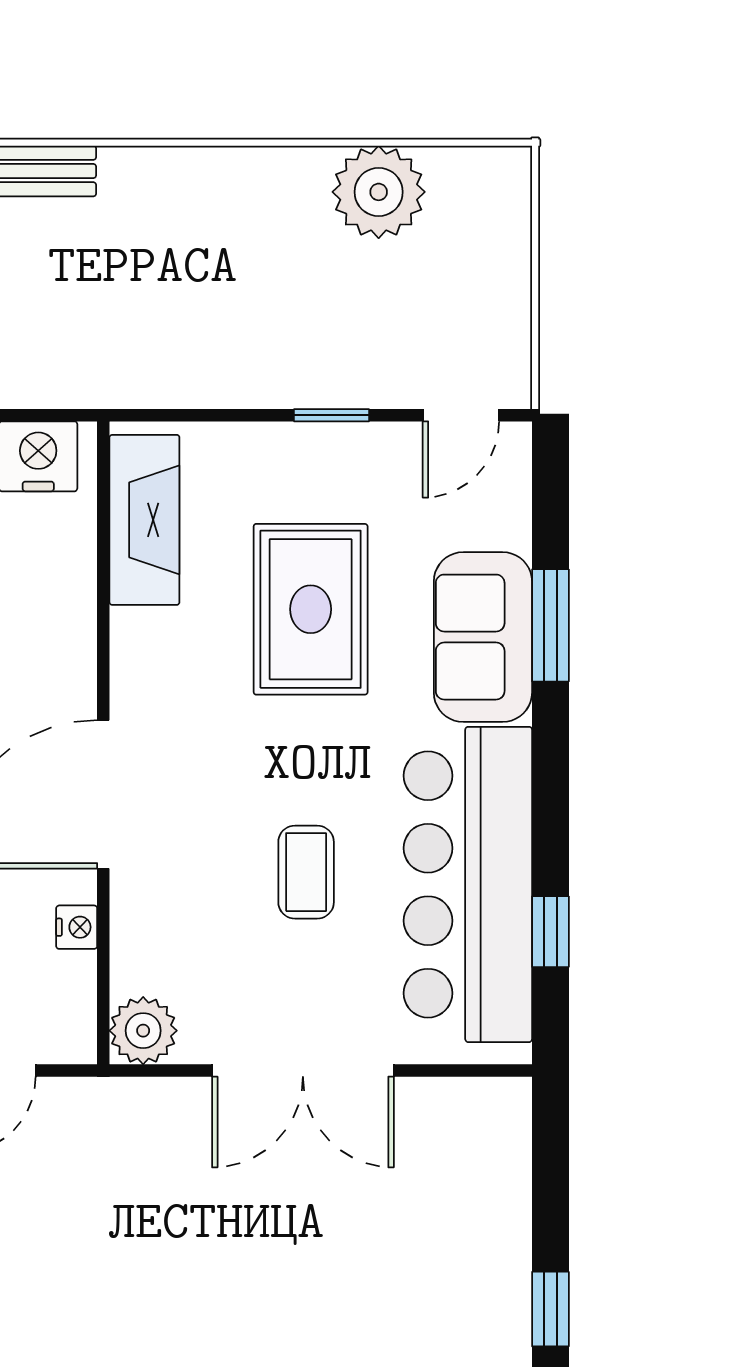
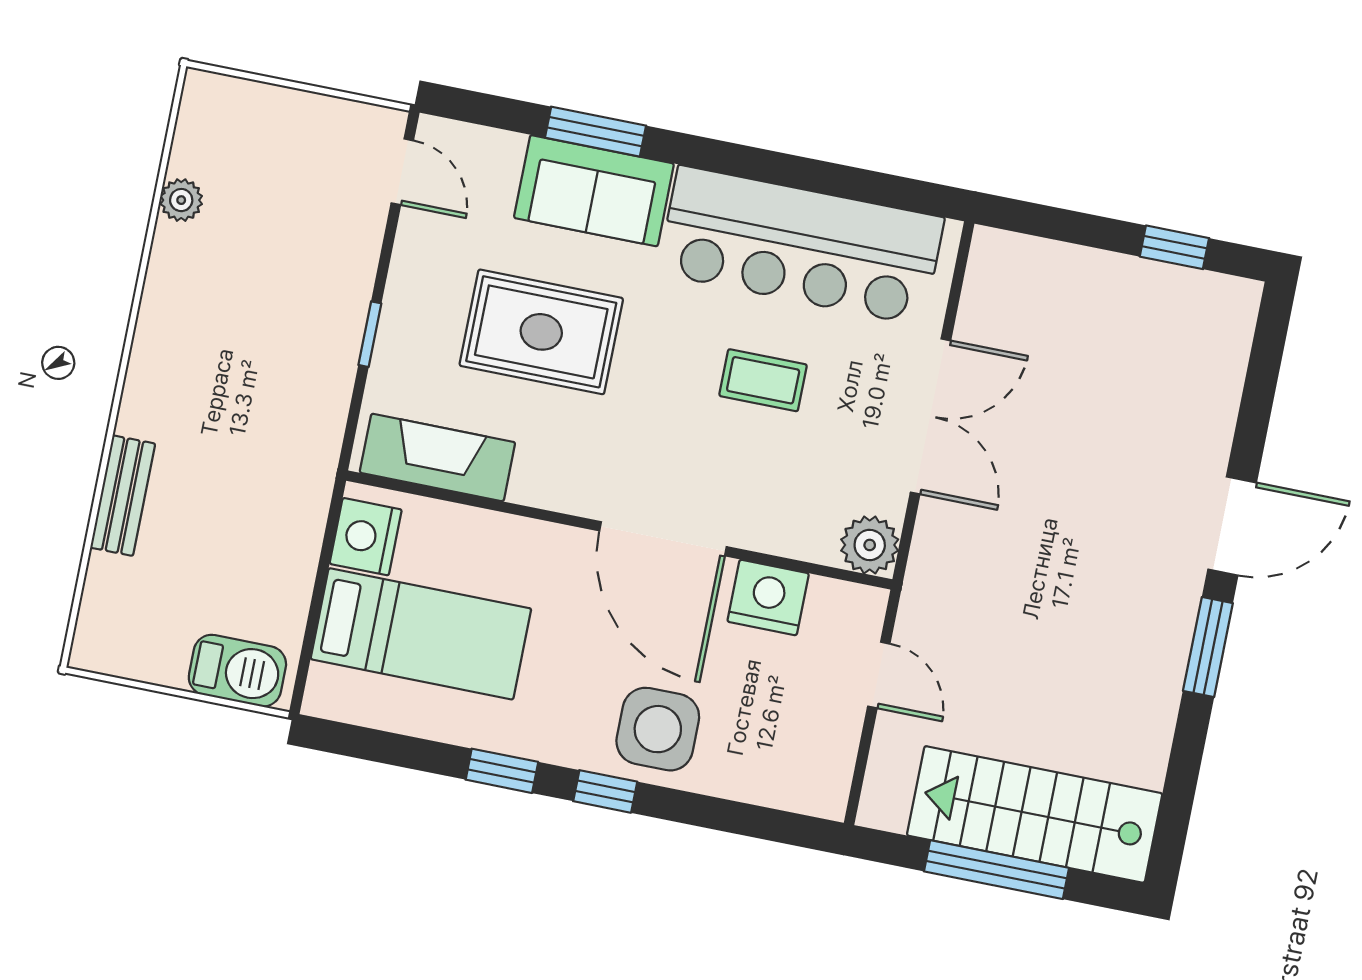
plant: (379, 192) -> (181, 200), width x0.53, depth x0.53
window: (331, 415) -> (370, 334), moved
nightstand: (77, 927) -> (768, 598), width x1.89, depth x1.79
window: (550, 932) -> (855, 183), removed

